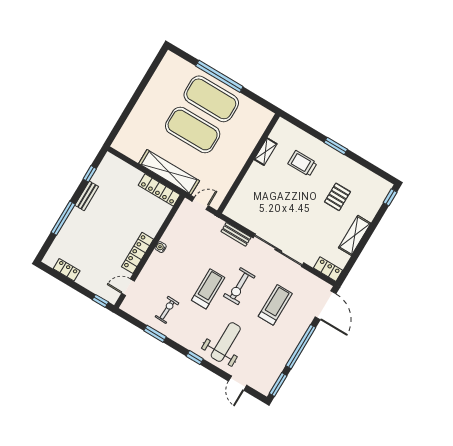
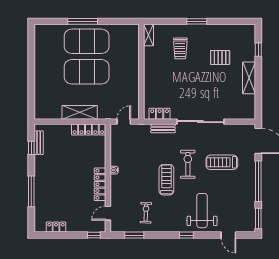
window: (219, 76) -> (83, 21), width x0.68
shelving: (265, 152) -> (149, 35), moved
trolley: (302, 163) -> (180, 48), turned -90
shelving: (169, 172) -> (80, 112), width x0.68
bench: (87, 196) -> (39, 143), moved
pallet: (337, 197) -> (220, 57), turned 90
window: (390, 197) -> (258, 50), moved
locker: (328, 269) -> (160, 114), moved
exercise bike: (239, 286) -> (188, 164), turned 180
treadmill: (275, 305) -> (222, 162), turned -90
window: (155, 334) -> (134, 235), moved

